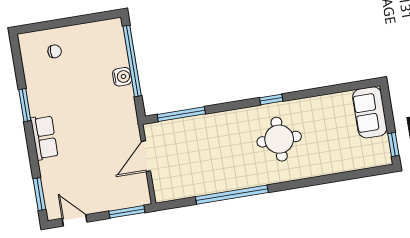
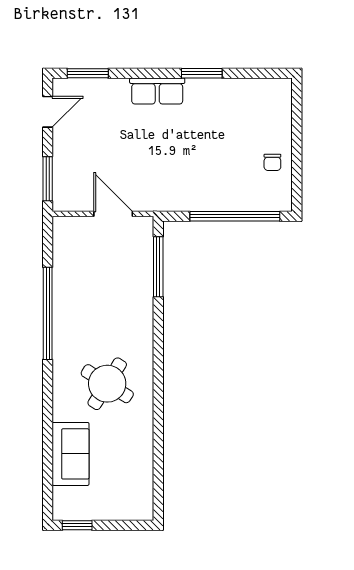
chair: (55, 51) -> (272, 162), moved
water cooler: (122, 77) -> (217, 200), removed
window: (271, 99) -> (158, 382), removed
sofa: (370, 112) -> (71, 454), moved, turned 90
round table: (279, 139) -> (107, 384), turned 32

